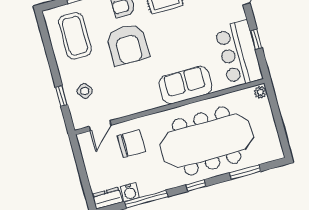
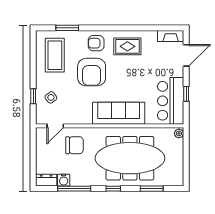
sofa: (185, 85) -> (119, 113), width x1.36

